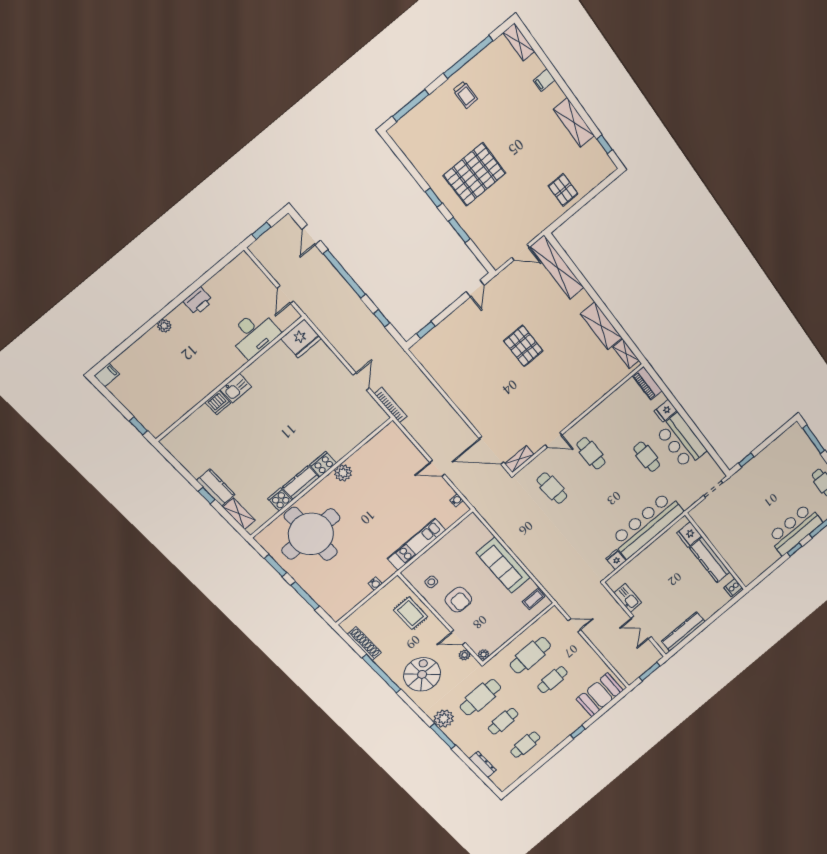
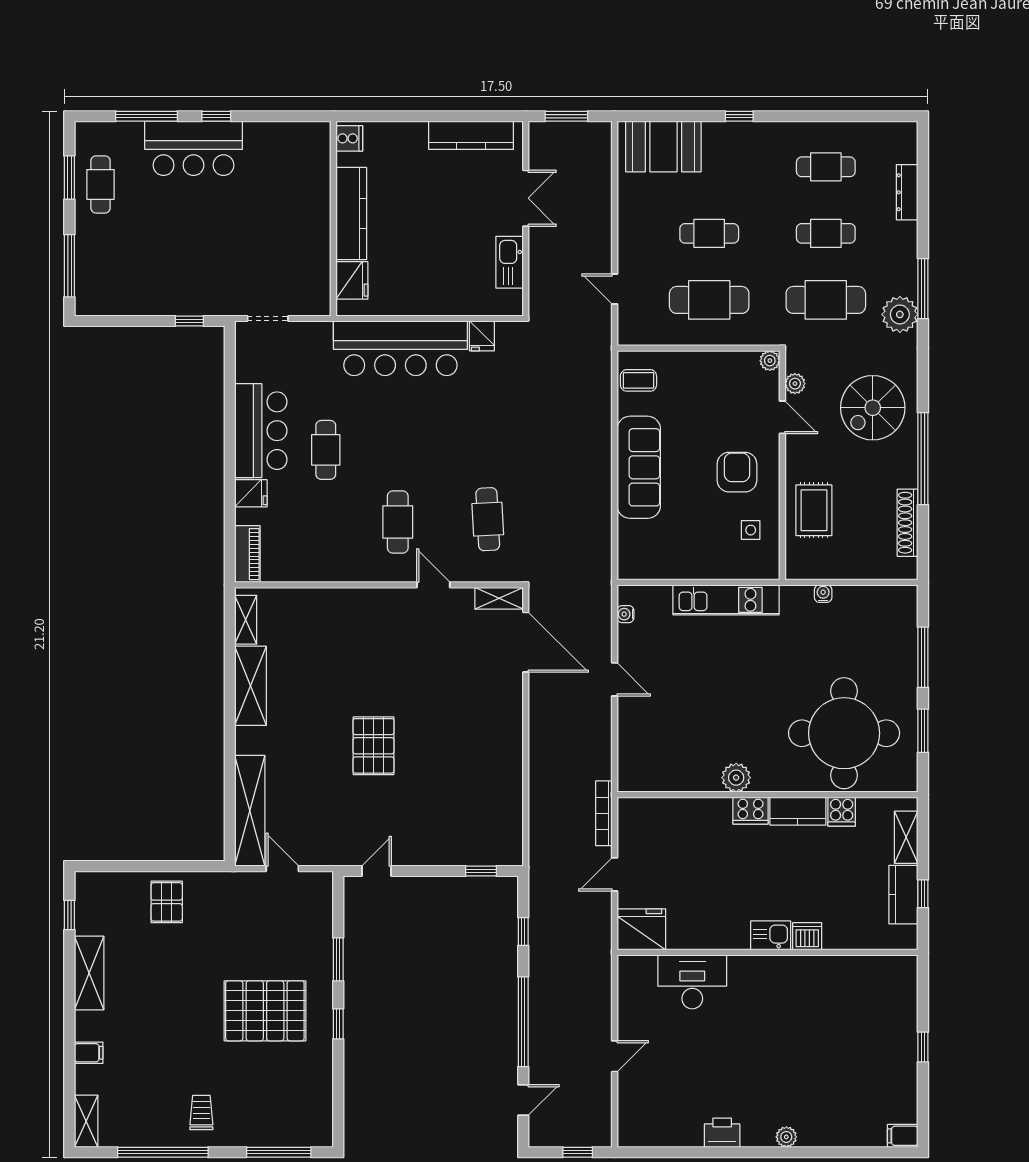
desk: (254, 334) -> (692, 982), moved
fridge: (301, 338) -> (641, 929), moved
wall: (230, 379) -> (767, 952), moved
kitchen sink: (236, 388) -> (771, 935), moved
dishwasher: (218, 403) -> (807, 936), moved

